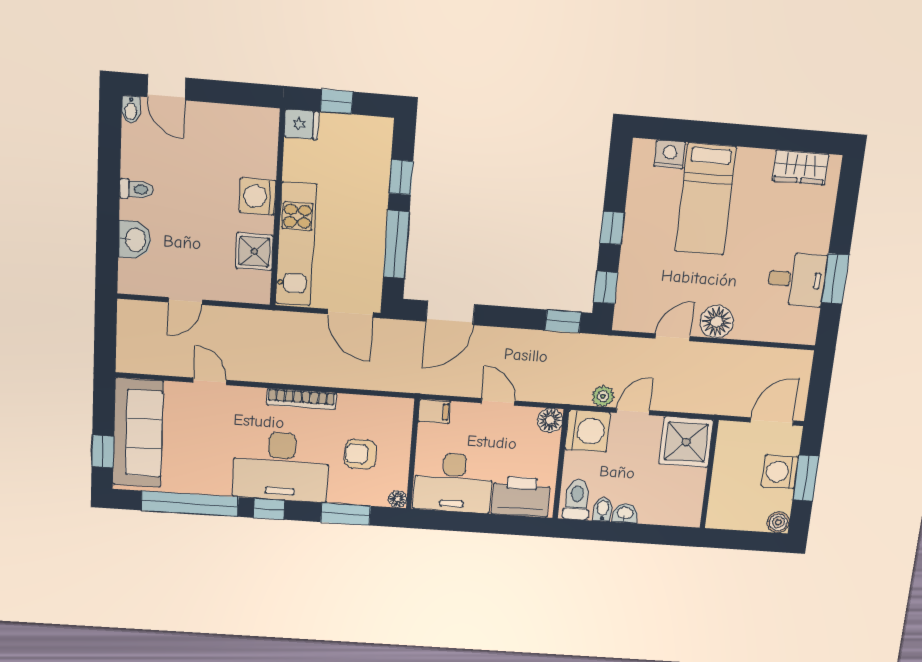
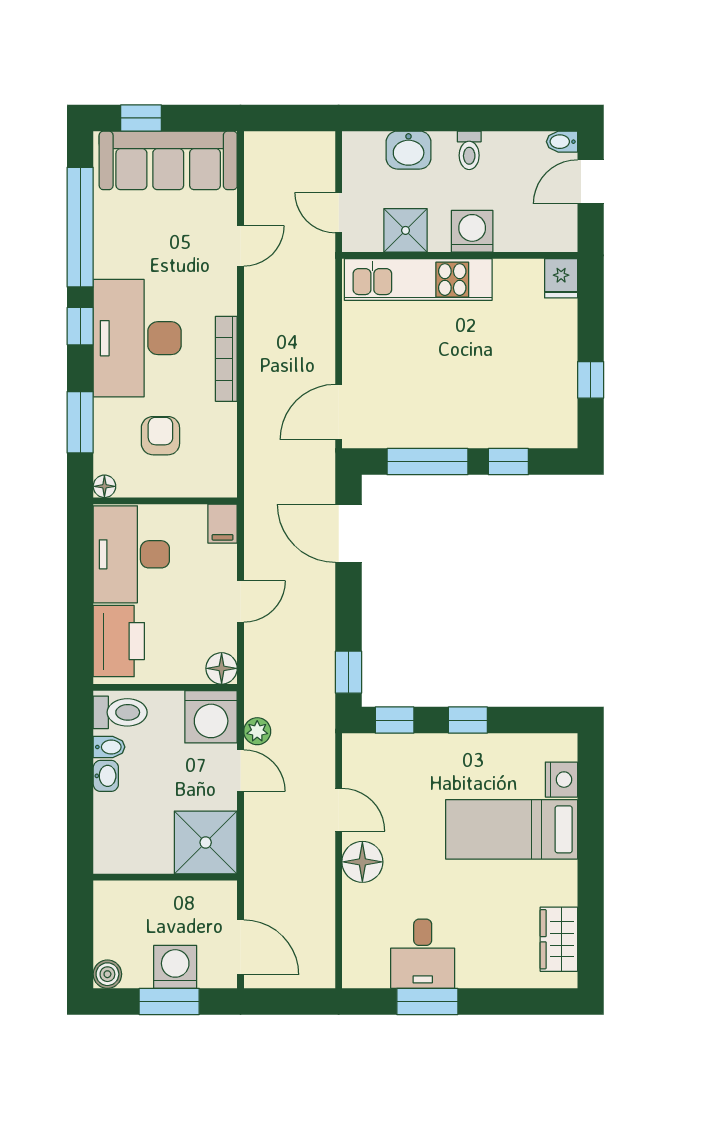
fridge: (302, 124) -> (561, 278), moved
washing machine: (258, 196) -> (472, 231), moved
wall: (278, 208) -> (460, 255), moved
kitchen unit: (296, 244) -> (418, 280), moved
shower: (254, 252) -> (406, 230), moved

